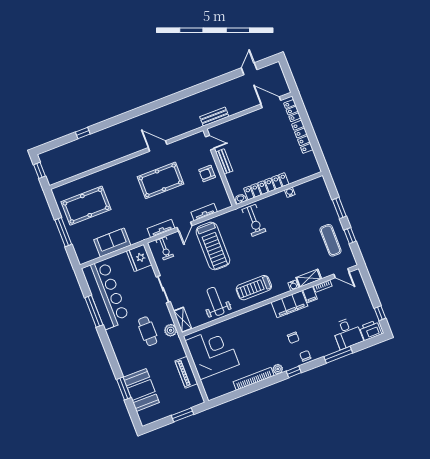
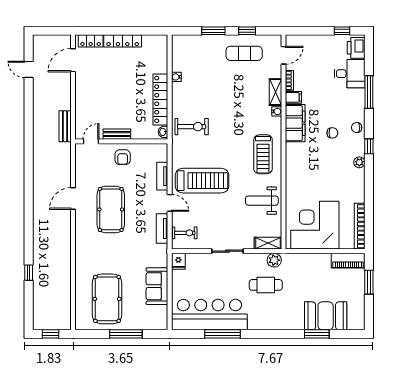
fridge: (139, 258) -> (178, 261), width x0.53, depth x0.75
piano: (186, 372) -> (348, 261), moved
bookcase: (254, 379) -> (360, 226), moved

